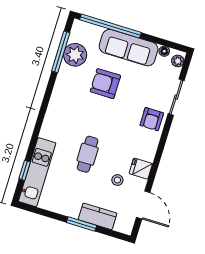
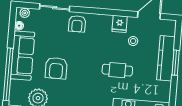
armchair: (152, 119) -> (77, 24), turned 90
kitchen counter: (98, 216) -> (166, 58), width x1.50

